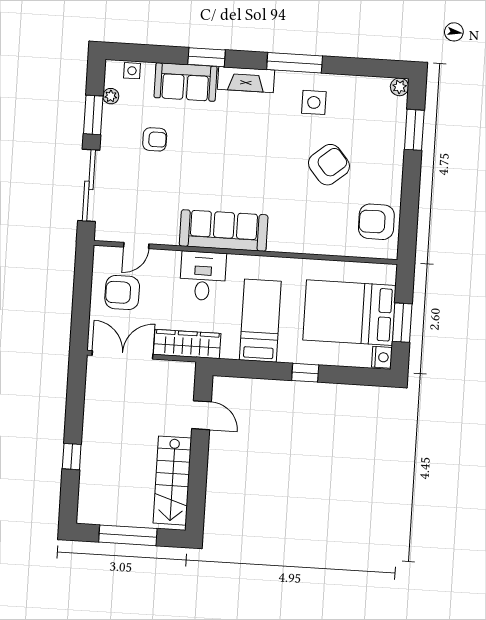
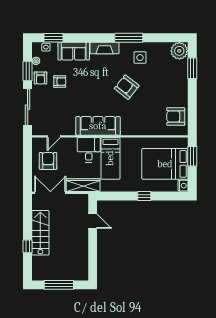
window: (207, 57) -> (54, 38), moved
plant: (400, 87) -> (179, 51), width x1.87, depth x1.87
armchair: (118, 130) -> (41, 78), added
armchair: (329, 165) -> (127, 87), moved, turned -102
armchair: (122, 293) -> (48, 161), turned 90
bed: (260, 321) -> (110, 158), moved, turned 180
window: (402, 323) -> (192, 156), moved
stairs: (172, 481) -> (40, 233), moved, turned 180

